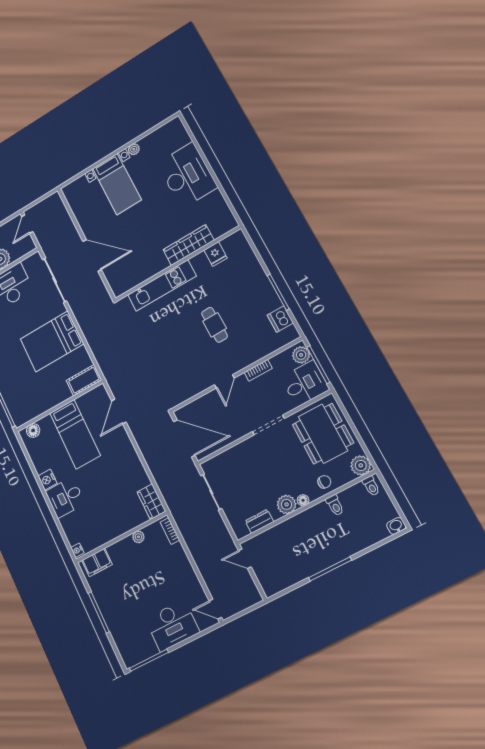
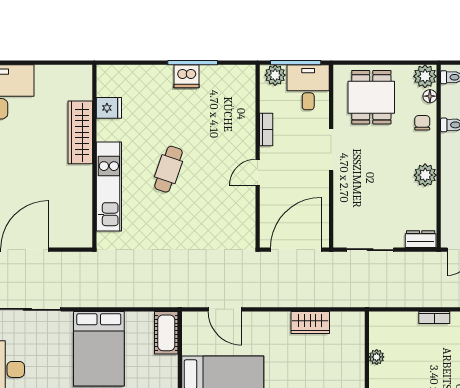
dishwasher: (280, 319) -> (186, 76), moved
cafe table: (215, 325) -> (169, 169), moved, turned -70
door: (224, 381) -> (258, 172), swing flipped
dining table: (323, 434) -> (371, 97), width x0.73
floor lamp: (303, 500) -> (430, 96), moved
wardrobe: (151, 502) -> (310, 322), moved
dresser: (259, 521) -> (421, 239), moved, turned 90
bookcase: (170, 531) -> (434, 318), moved

